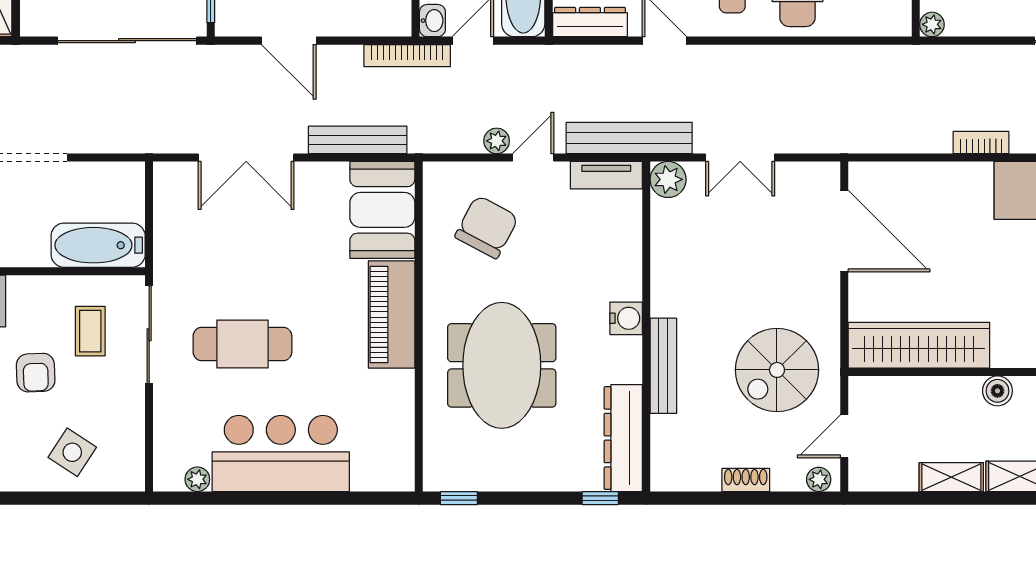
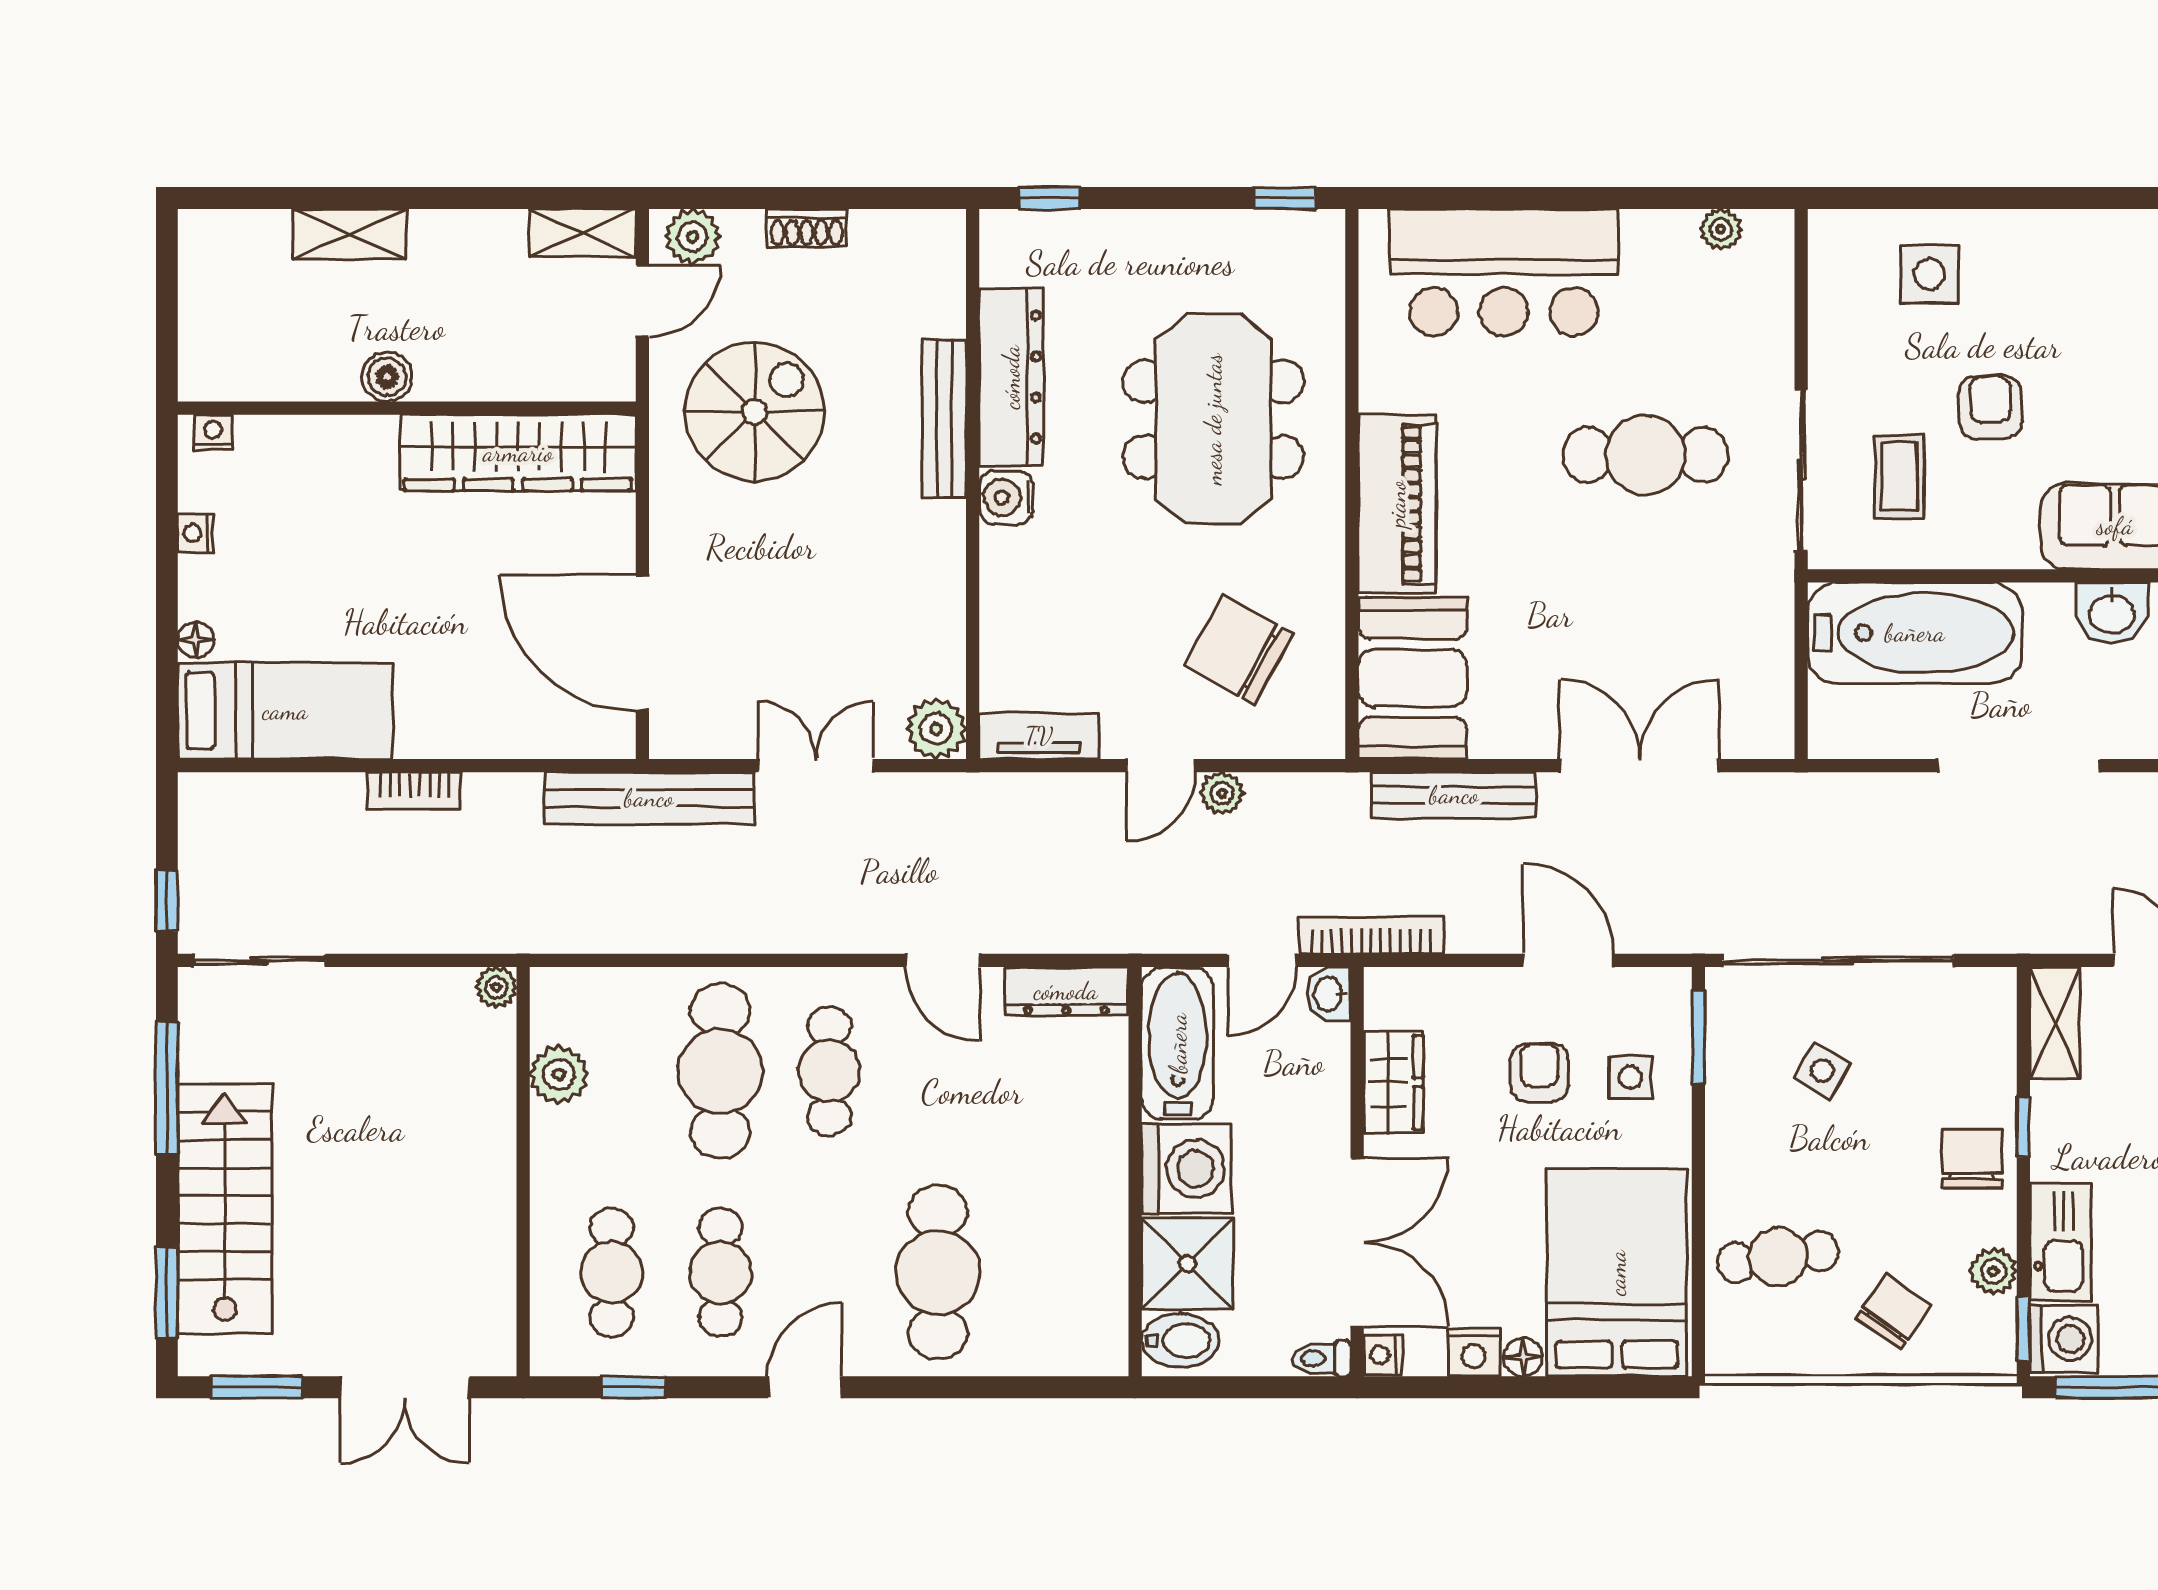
bench: (629, 138) -> (649, 798), moved
chair: (487, 227) -> (1239, 650), turned 91
bathtub: (98, 245) -> (1915, 633), width x1.36, depth x1.36
dresser: (623, 438) -> (1011, 377), moved
side table: (72, 452) -> (1929, 274), turned -33
bar counter: (281, 453) -> (1504, 272), moved
shelving: (951, 477) -> (582, 233), moved
plant: (819, 479) -> (693, 237), width x1.38, depth x1.38

